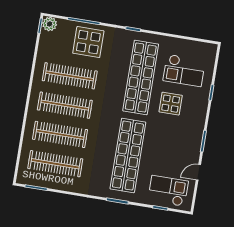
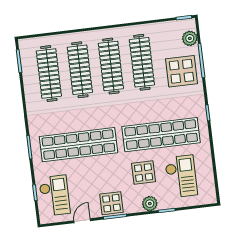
plant: (50, 24) -> (190, 38), moved
checkout: (184, 70) -> (181, 176), turned 180
plant: (201, 106) -> (150, 204), added
display table: (190, 141) -> (111, 203), added
door: (198, 172) -> (82, 221), hinge flipped

